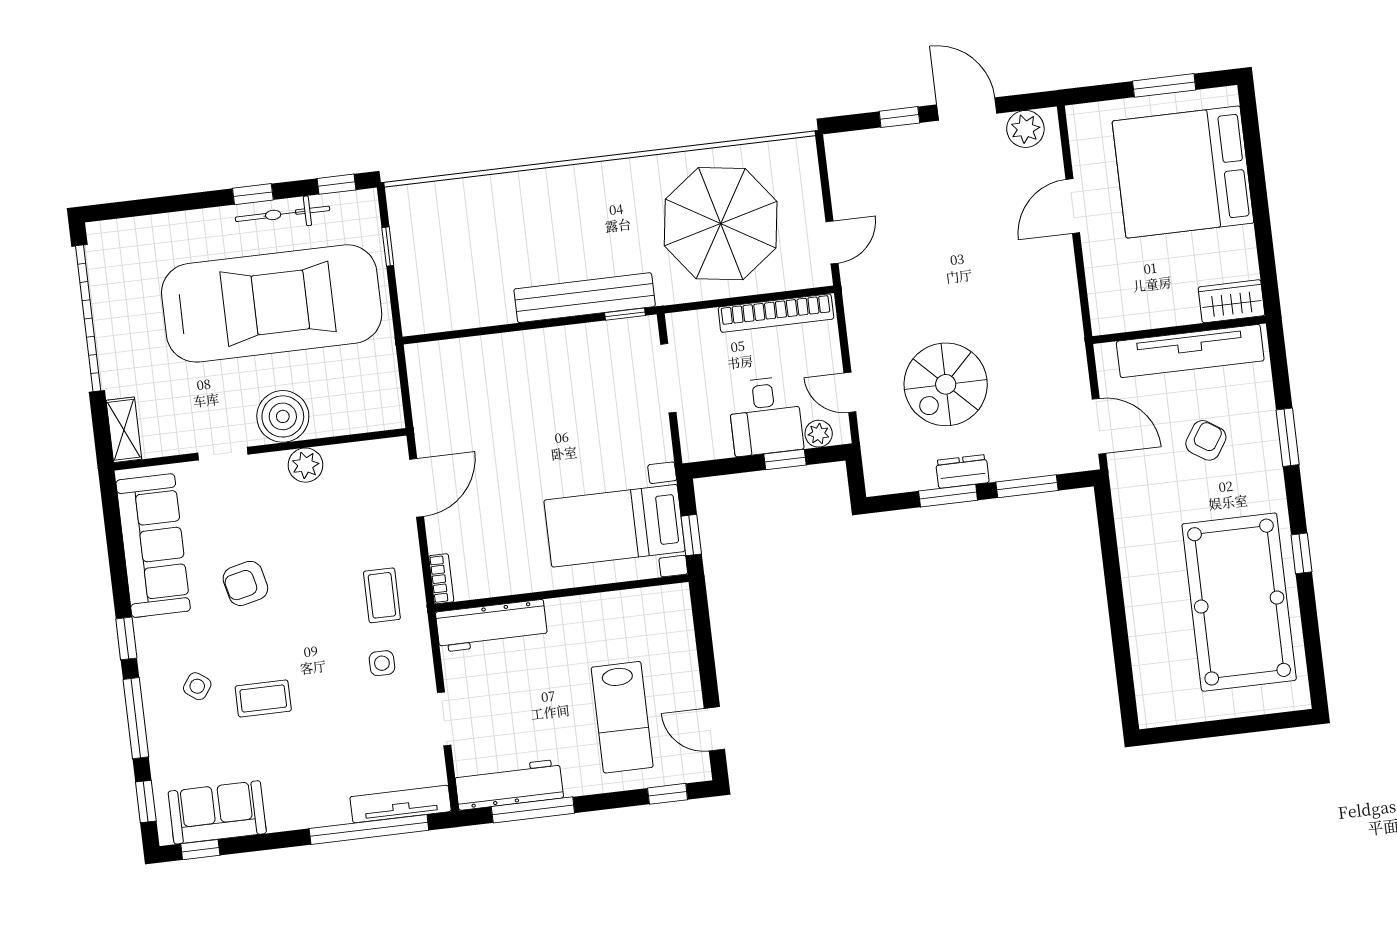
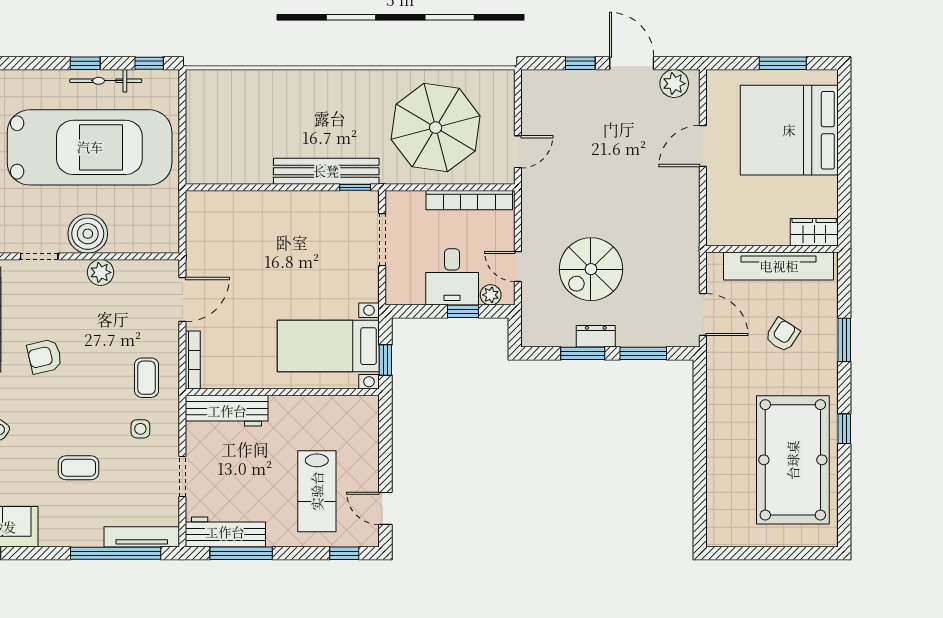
window: (388, 246) -> (182, 115), removed
bookcase: (441, 579) -> (193, 360), width x1.56
coffee table: (263, 699) -> (78, 468), moved

